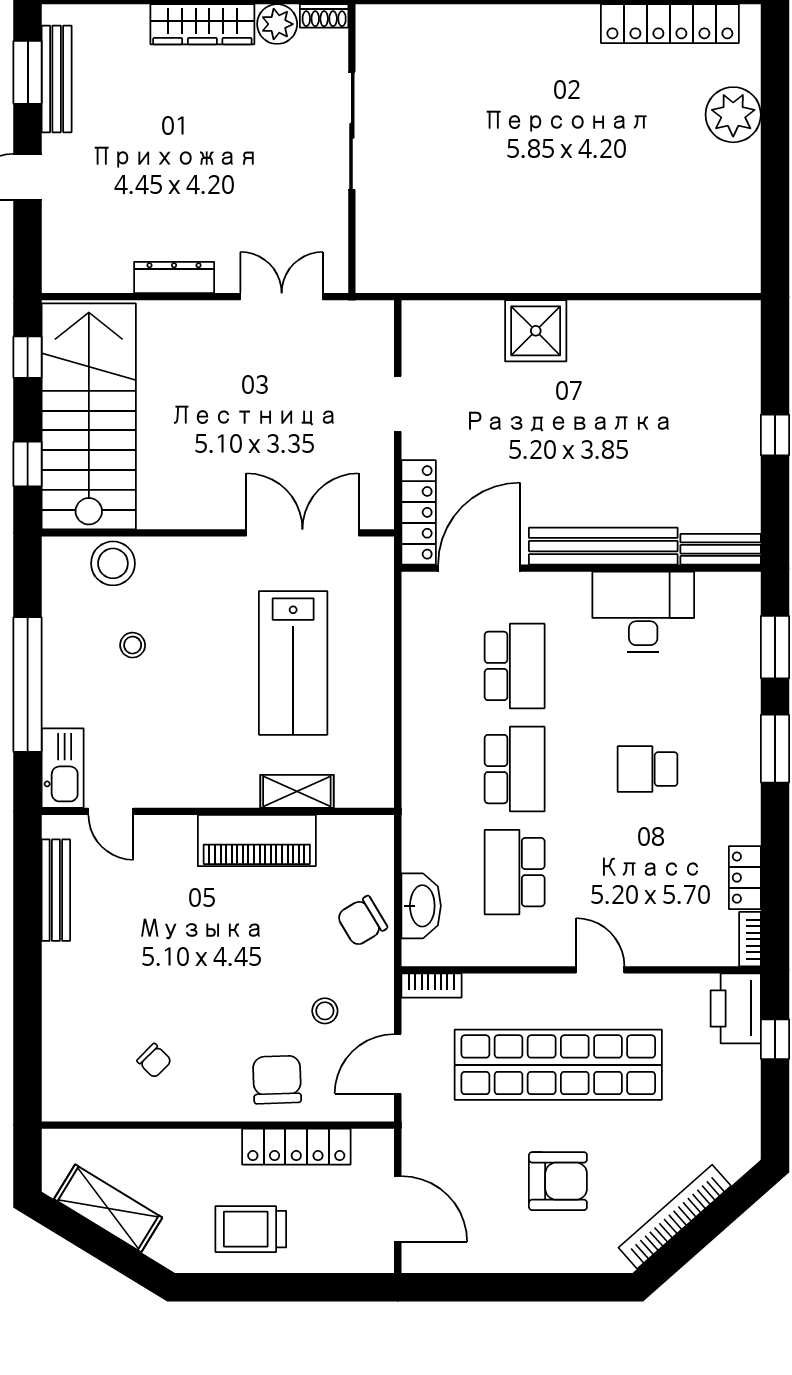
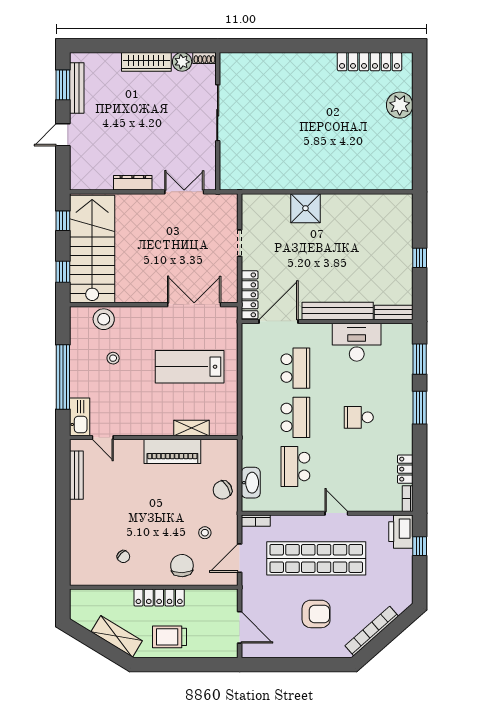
lab bench: (293, 663) -> (190, 367), turned 90
locker: (296, 1147) -> (159, 597), moved
shelving: (108, 1208) -> (117, 636), moved

